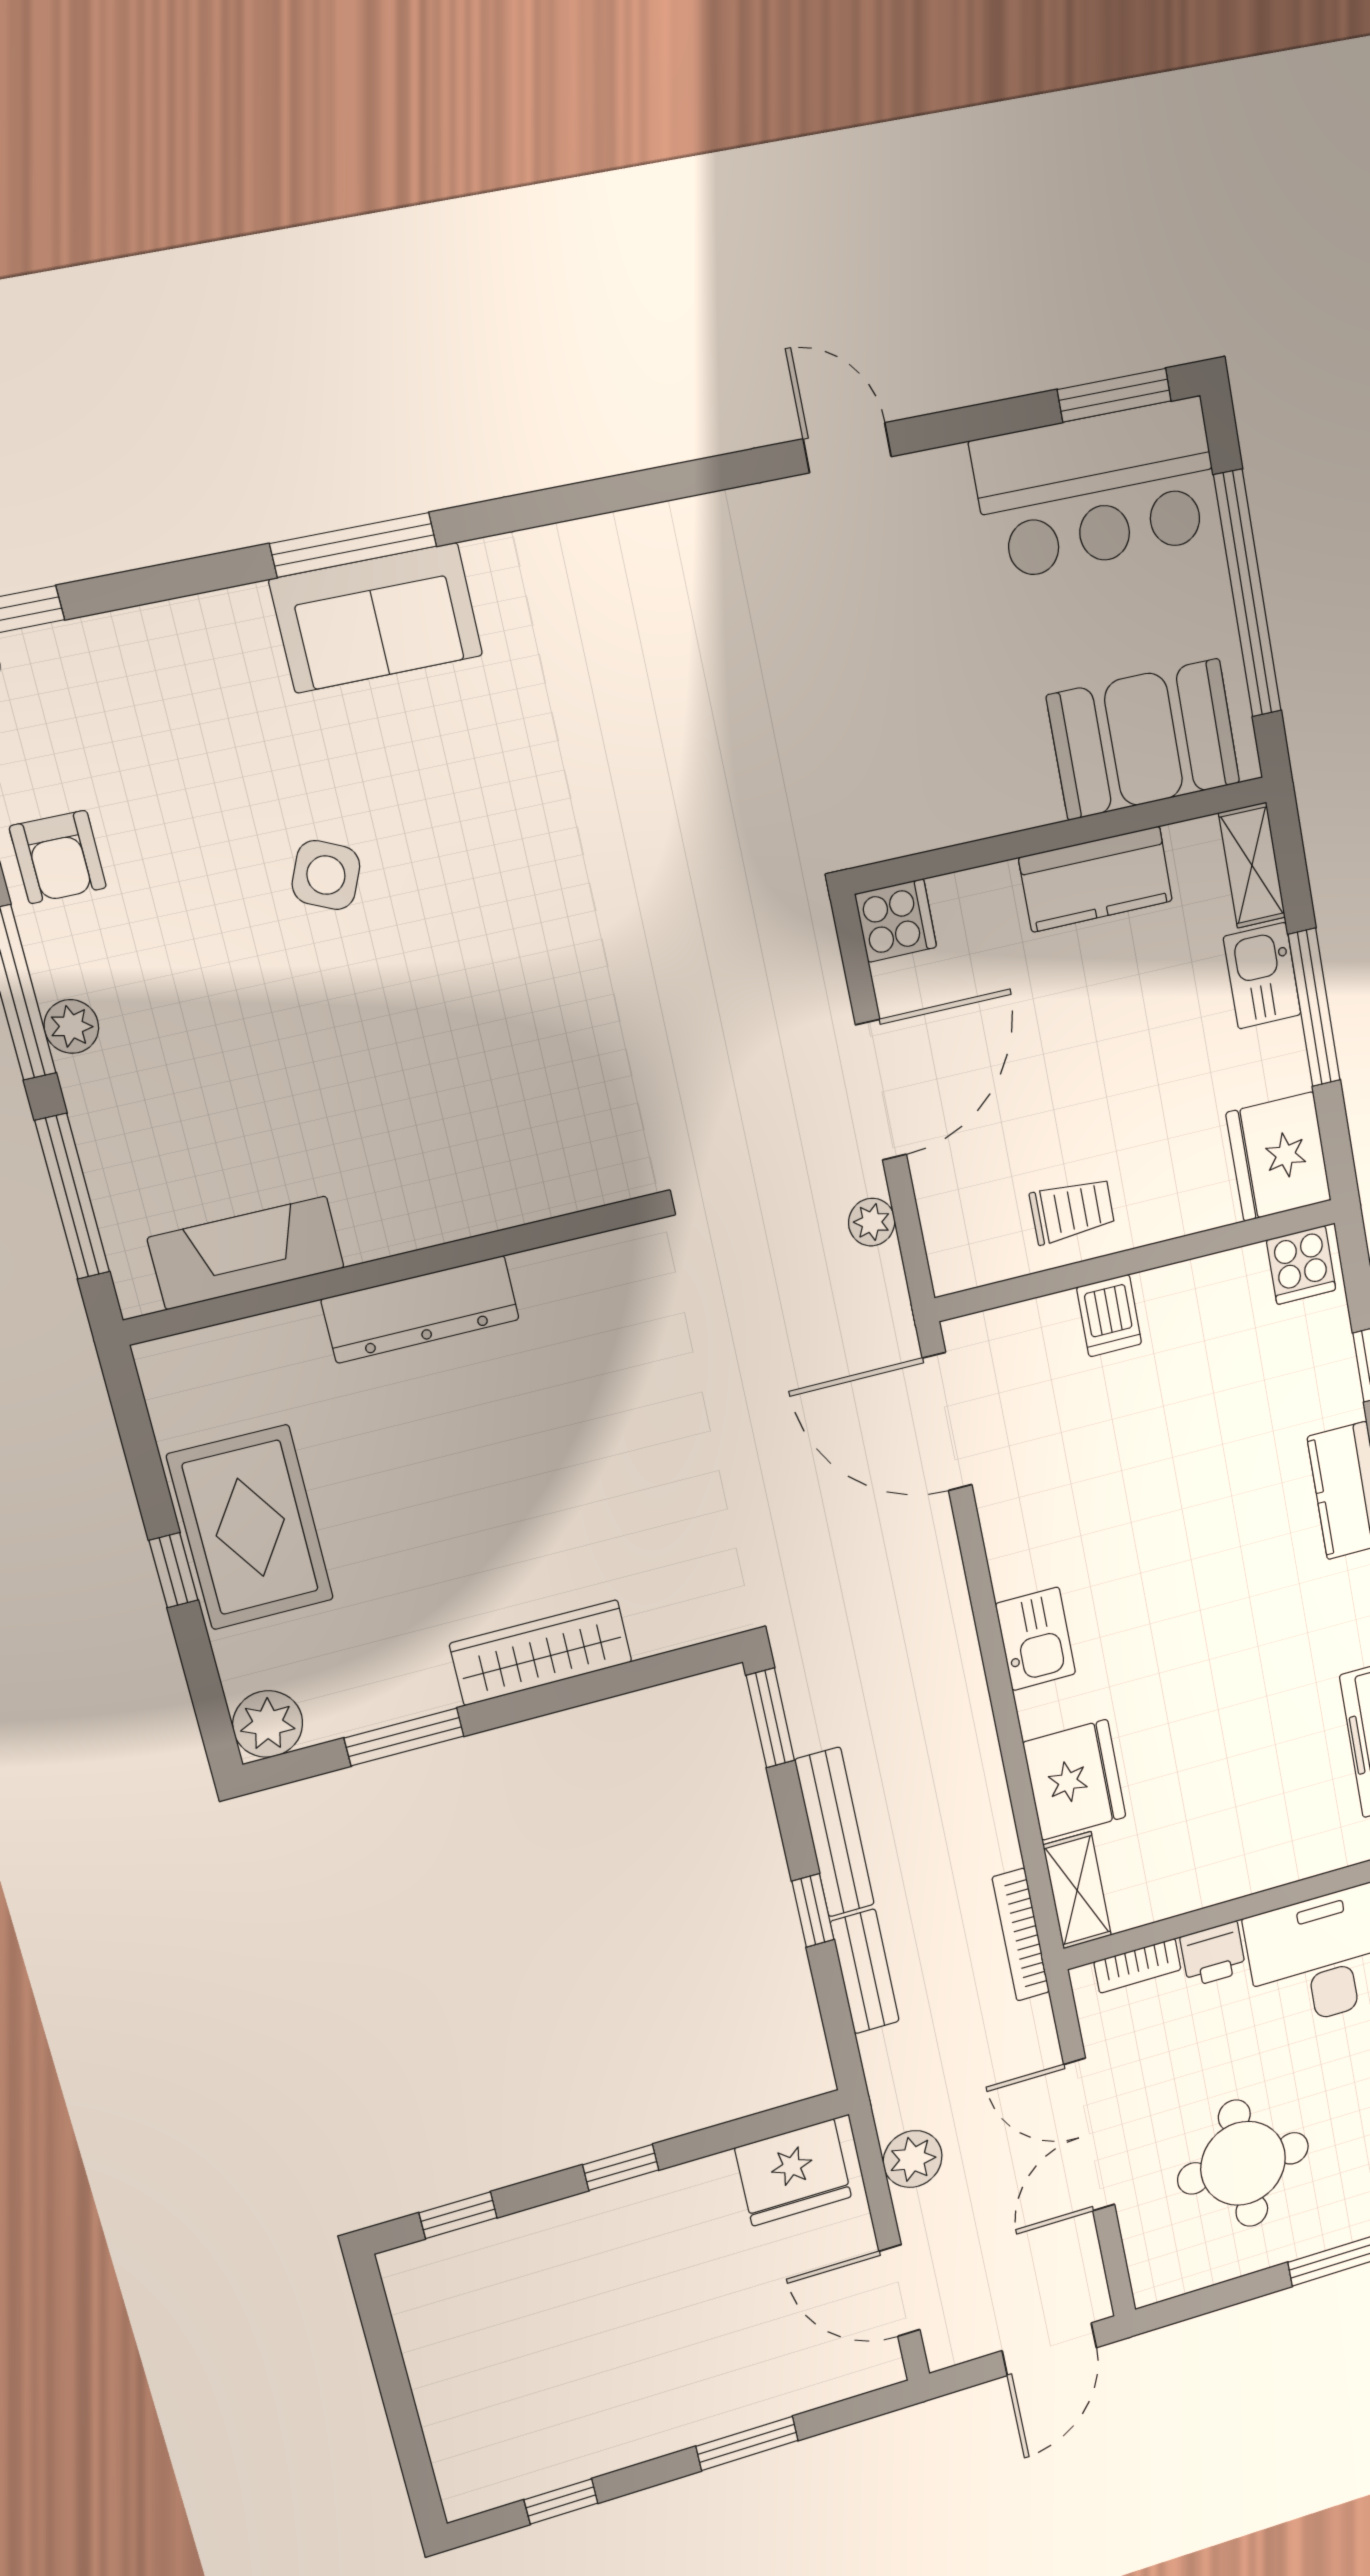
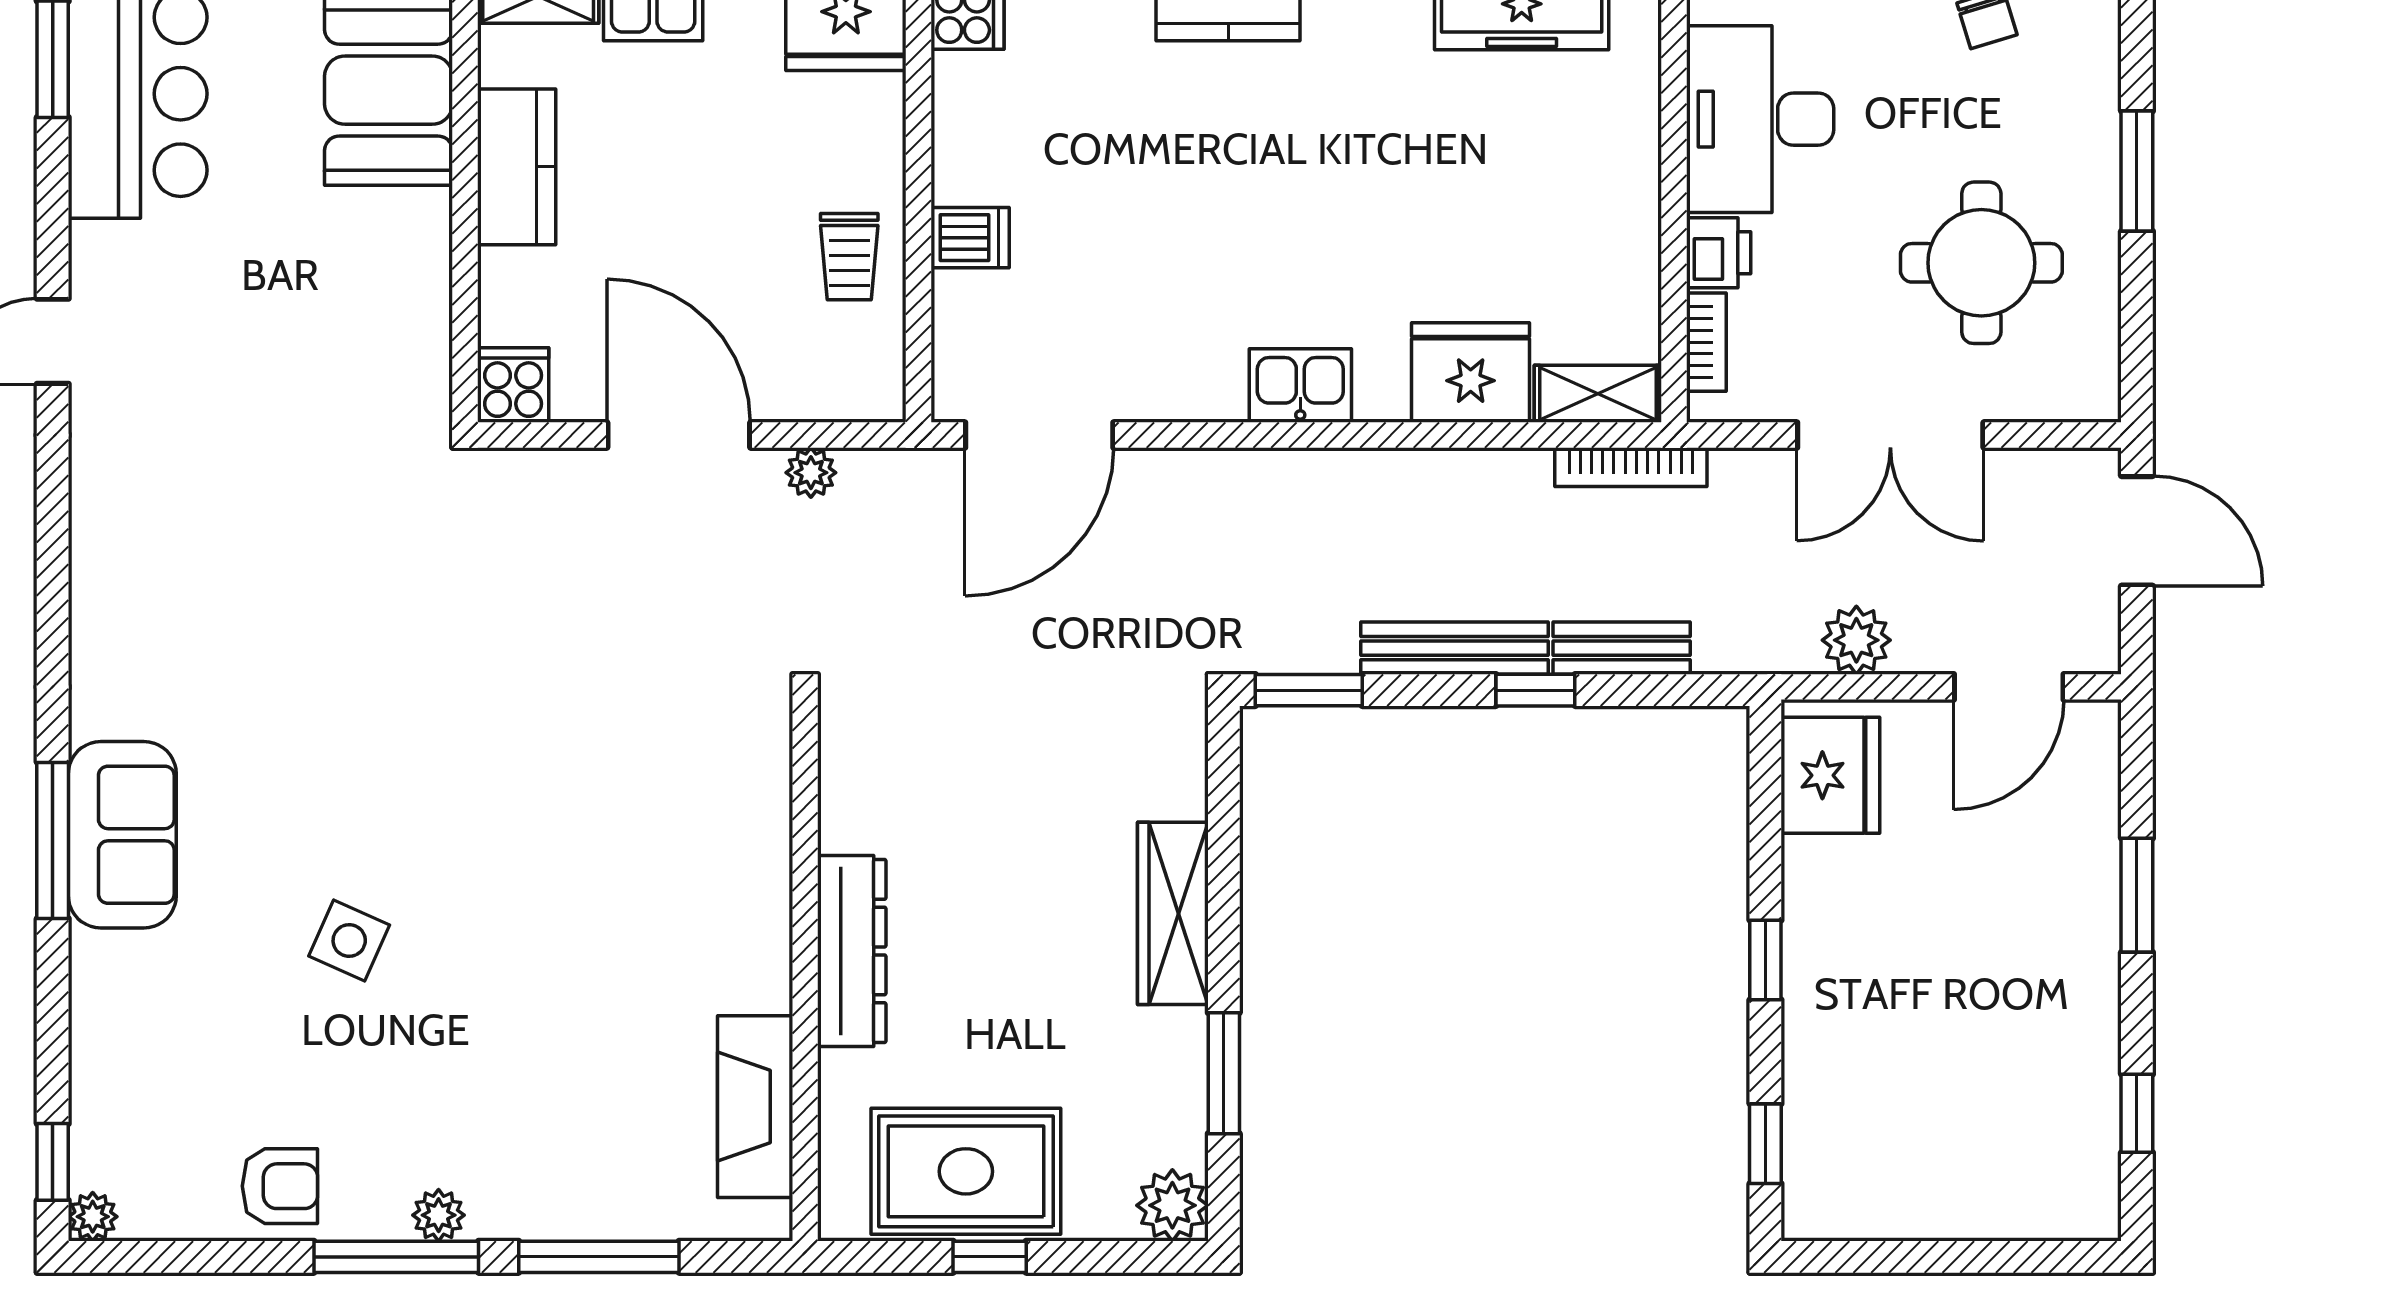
trolley: (1072, 1210) -> (849, 257), turned 180
fireplace: (246, 1253) -> (755, 1107), moved
wall: (391, 1269) -> (805, 970), moved
dresser: (421, 1309) -> (852, 951), moved

